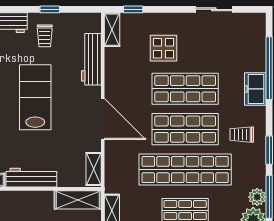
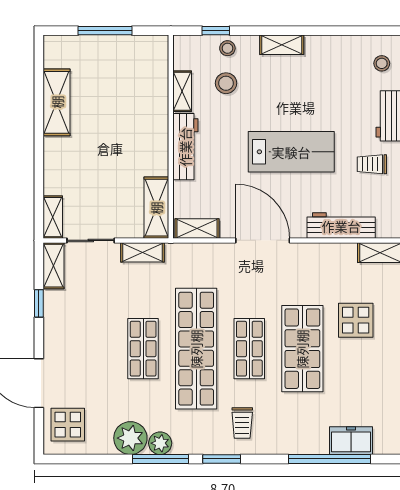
freezer: (255, 89) -> (351, 441), moved
door: (103, 119) -> (263, 240), swing flipped
shop shelf: (185, 129) -> (249, 349), width x0.70, depth x0.74
trolley: (242, 135) -> (242, 423), turned 180

